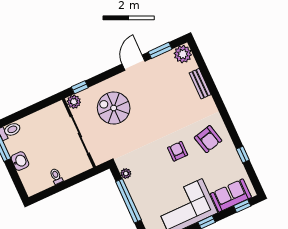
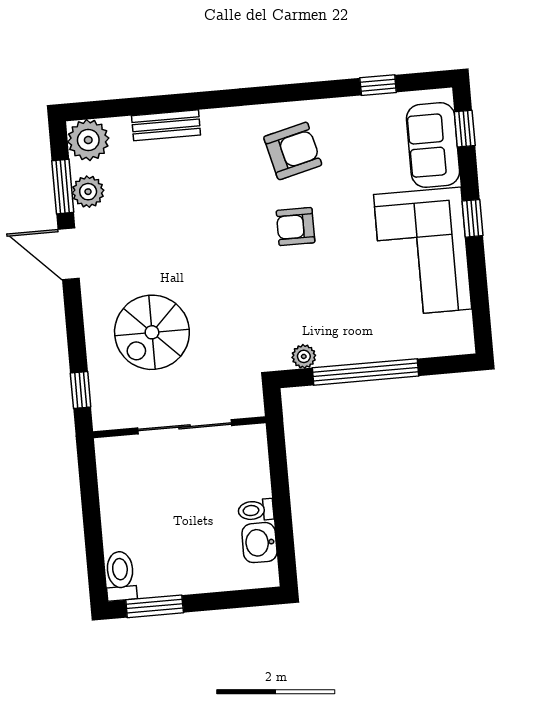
plant: (74, 102) -> (88, 192), moved
window: (243, 155) -> (378, 85), moved
washbasin: (20, 161) -> (259, 543), moved, turned -90

